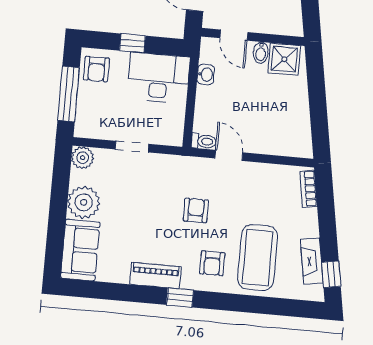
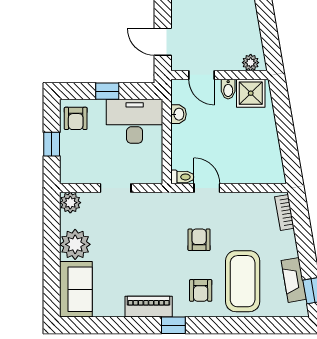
plant: (287, 27) -> (251, 63), added
window: (69, 94) -> (52, 144), width x0.46
armchair: (196, 210) -> (199, 240), moved

